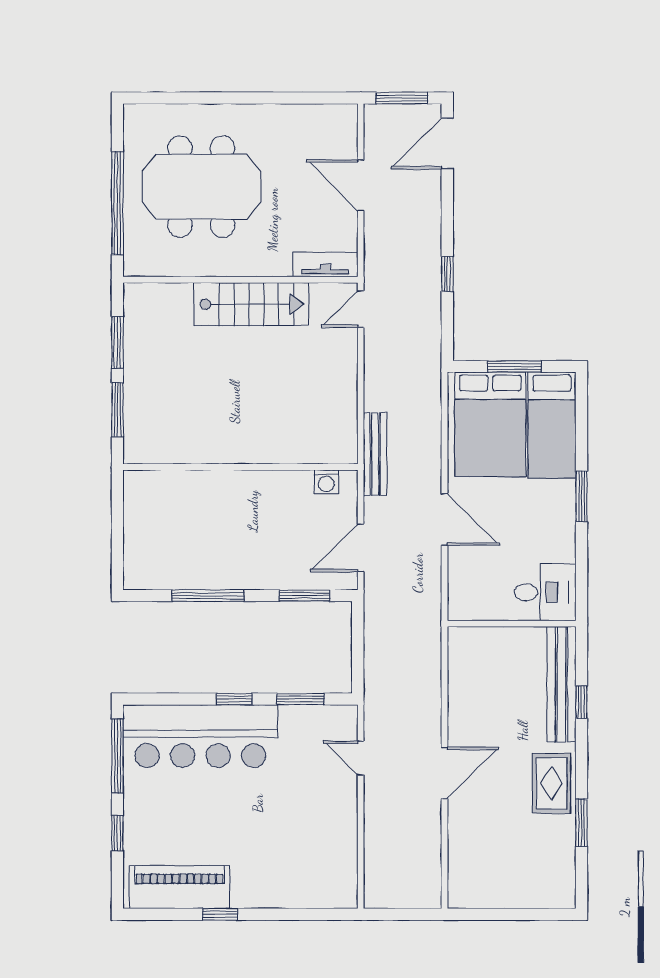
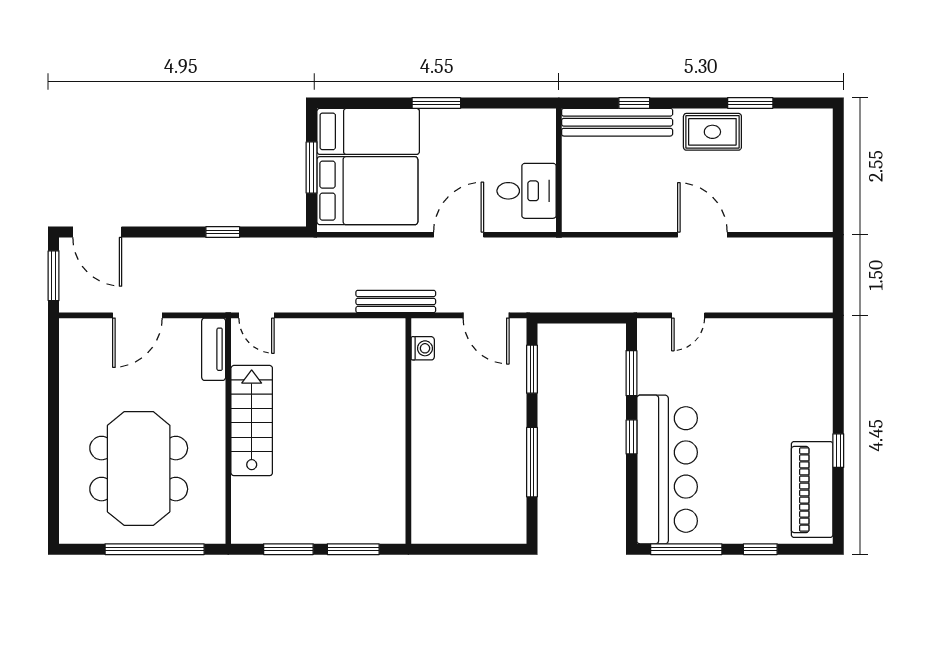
desk: (545, 592) -> (527, 191), moved, turned 90

